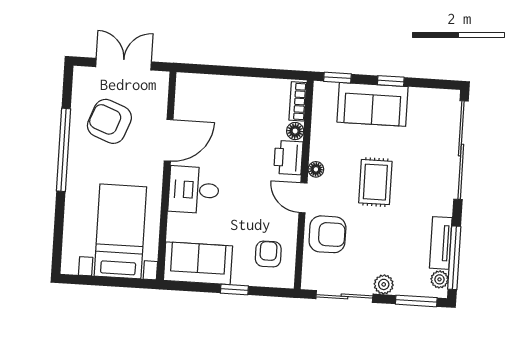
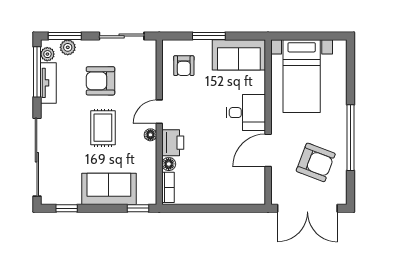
double door: (124, 64) -> (307, 208), width x1.37
window: (391, 81) -> (67, 208), moved
door: (303, 198) -> (159, 112), swing flipped
armchair: (327, 234) -> (100, 81), moved
plant: (384, 284) -> (68, 47), moved
window: (234, 289) -> (209, 36), width x1.50

